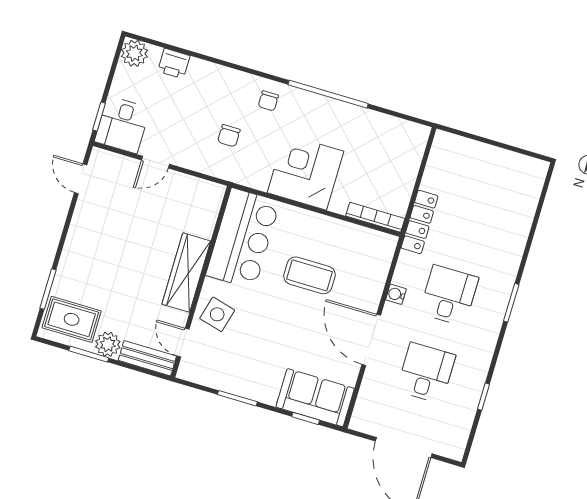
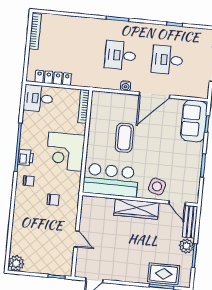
printer: (174, 64) -> (26, 157), moved
desk: (122, 125) -> (38, 98), moved, turned 180
bookcase: (517, 160) -> (35, 31), added
locker: (420, 222) -> (53, 78), moved
rug: (72, 319) -> (164, 274), moved, turned 90
door: (183, 343) -> (177, 203), hinge flipped

